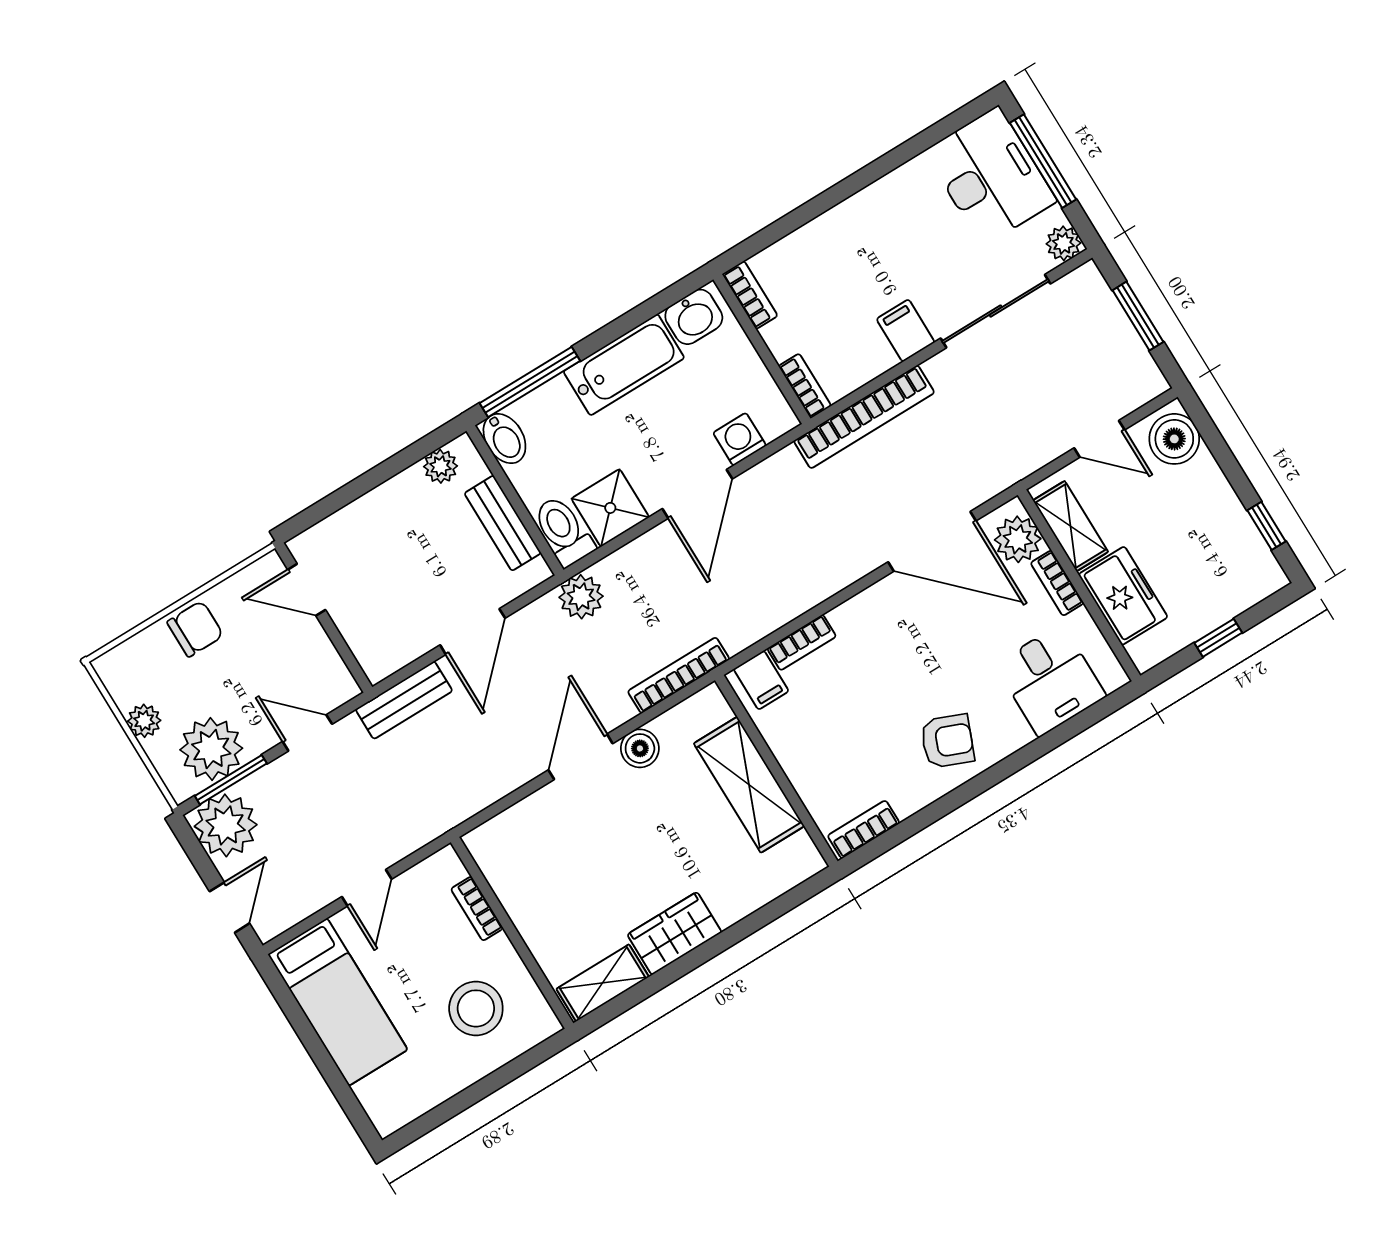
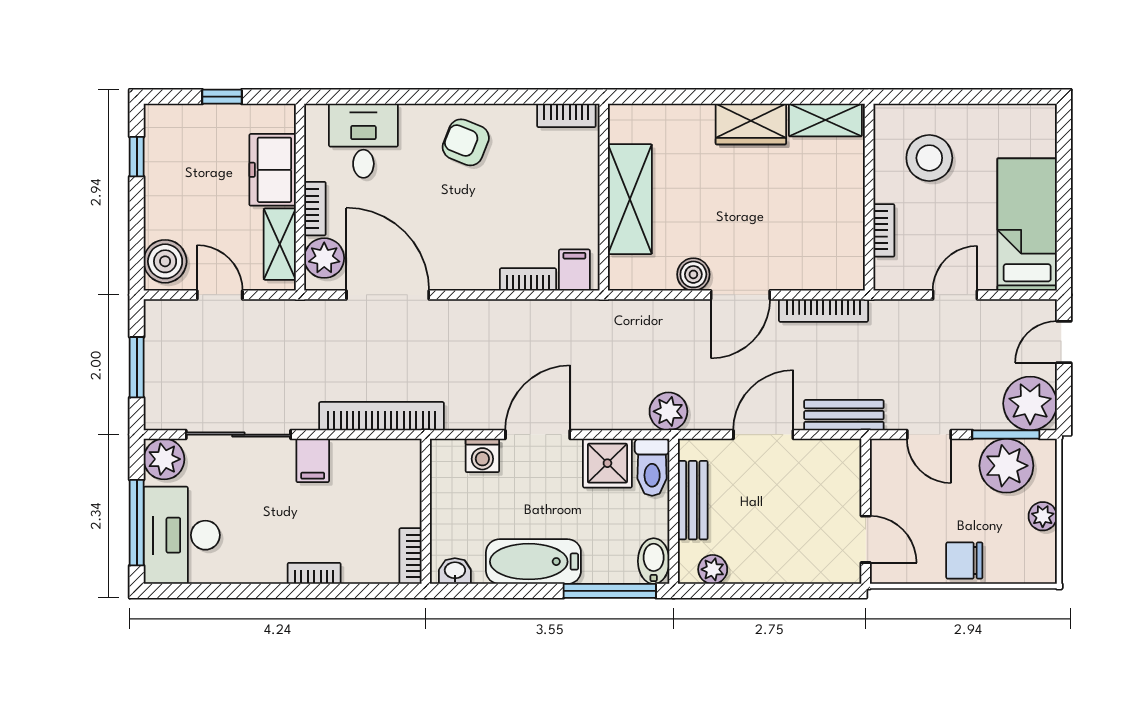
plant: (1063, 243) -> (164, 459), width x1.38, depth x1.38
washbasin: (694, 317) -> (455, 571), width x0.72, depth x0.69
bookcase: (805, 386) -> (314, 573), moved, turned 90
bookcase: (679, 675) -> (823, 310), moved

